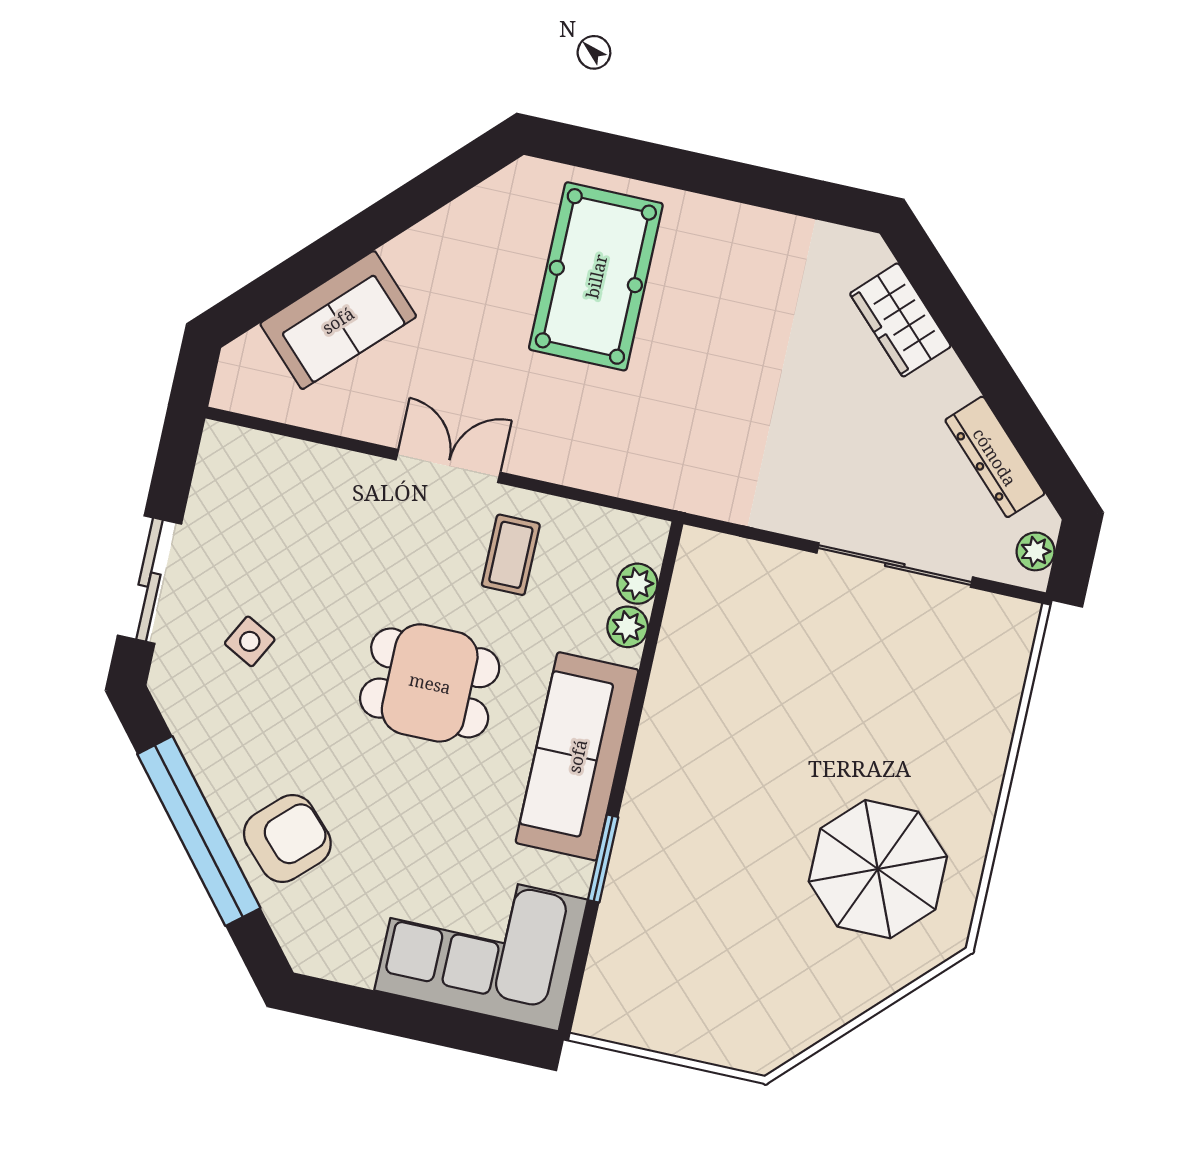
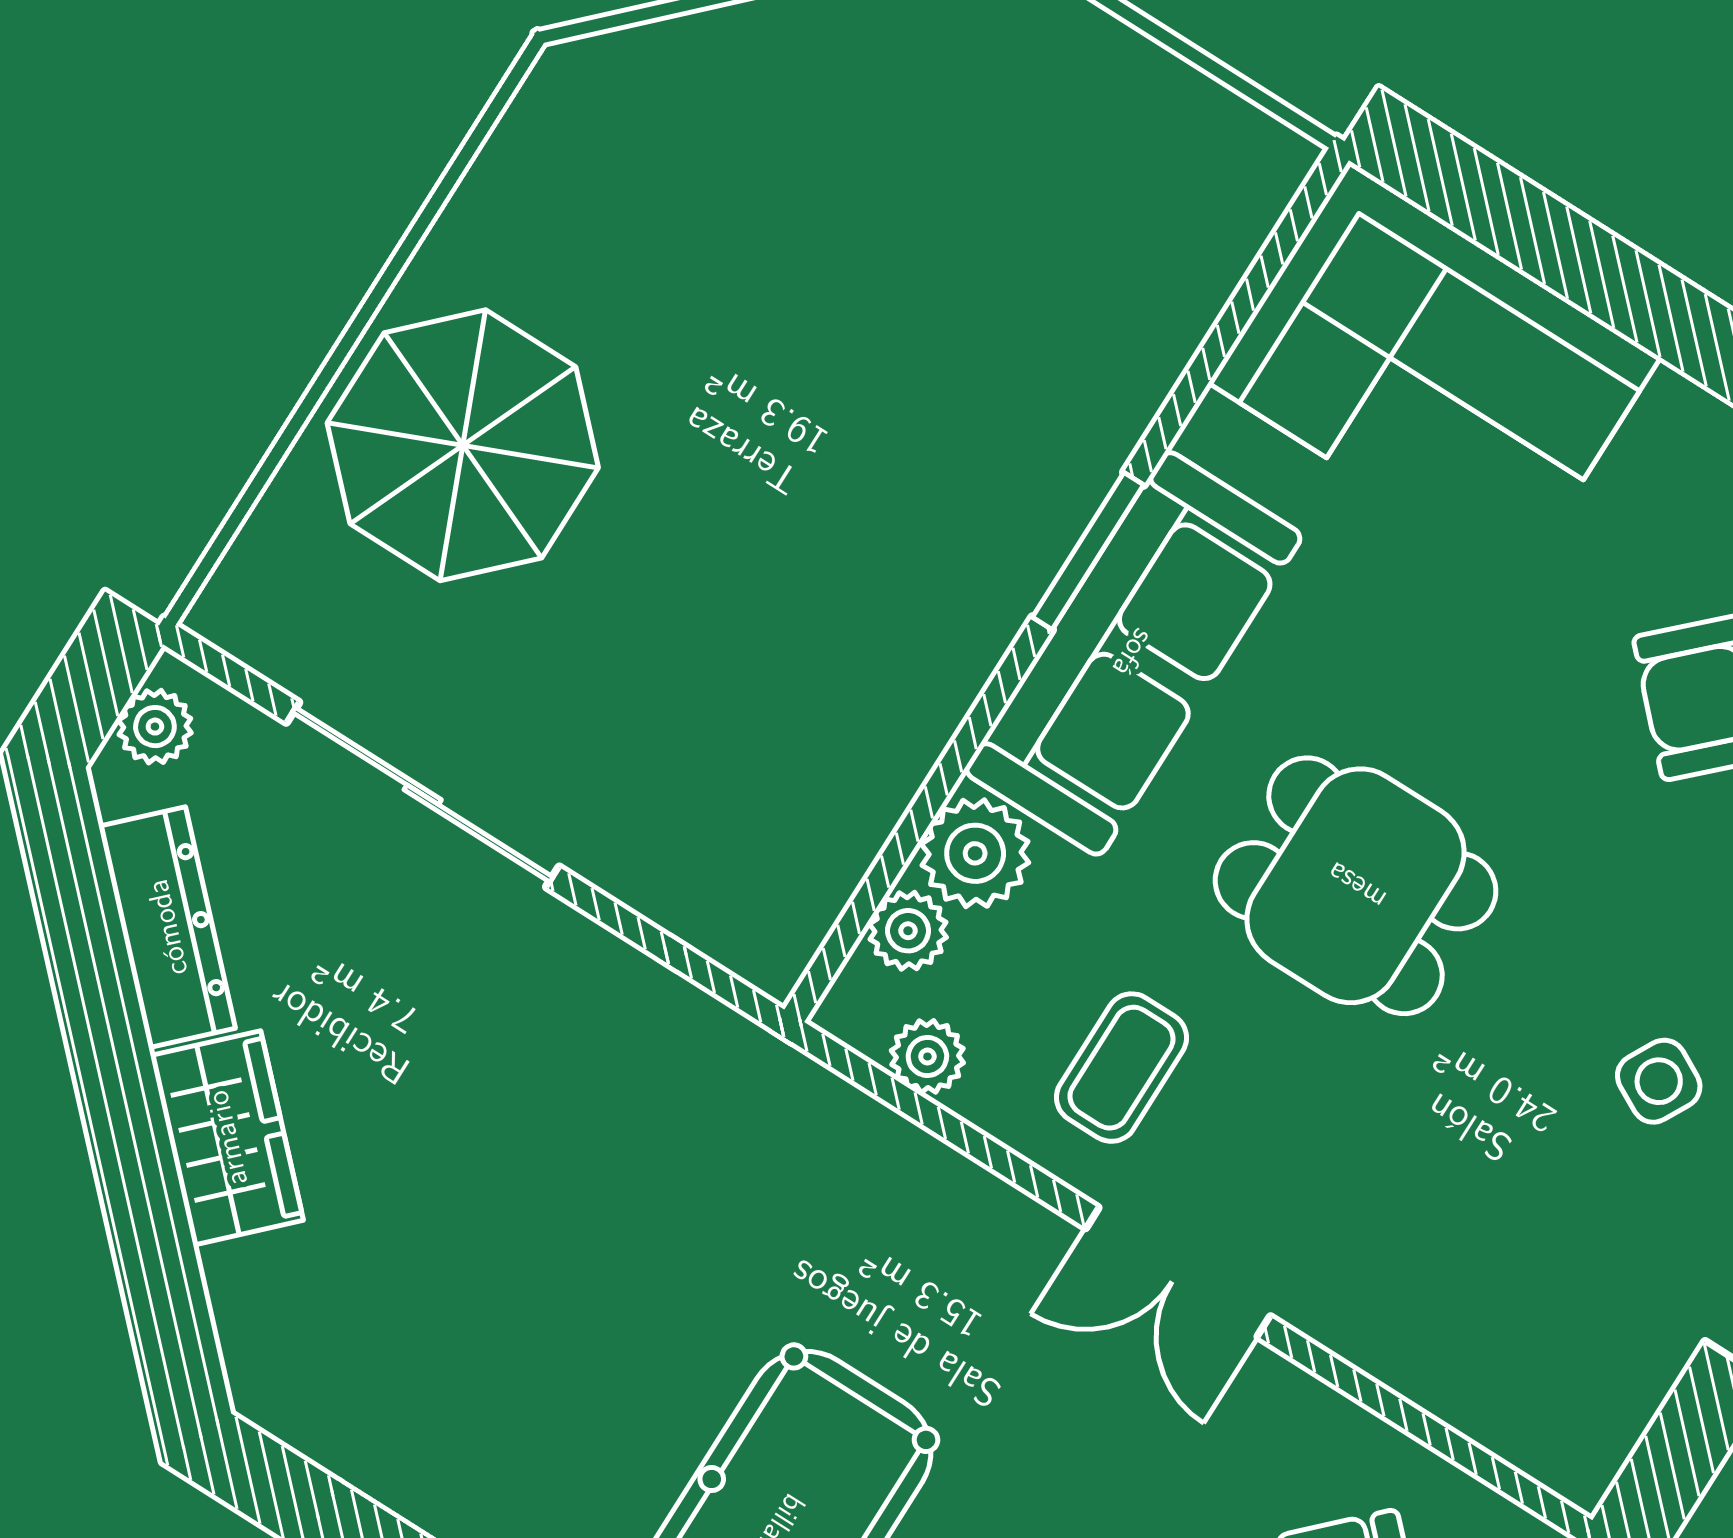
wardrobe: (900, 320) -> (227, 1138), moved
plant: (606, 526) -> (927, 1057), added
plant: (628, 627) -> (975, 853), width x1.38, depth x1.38
window: (603, 859) -> (1088, 551), moved
parasol: (878, 869) -> (463, 445), moved

